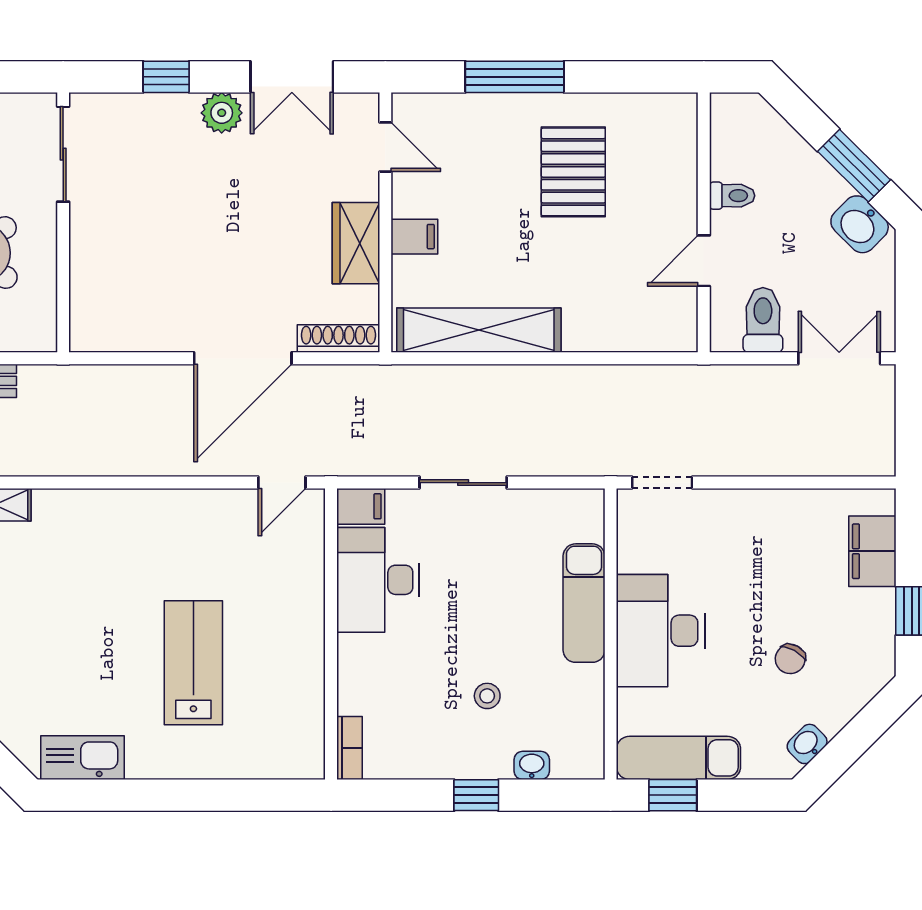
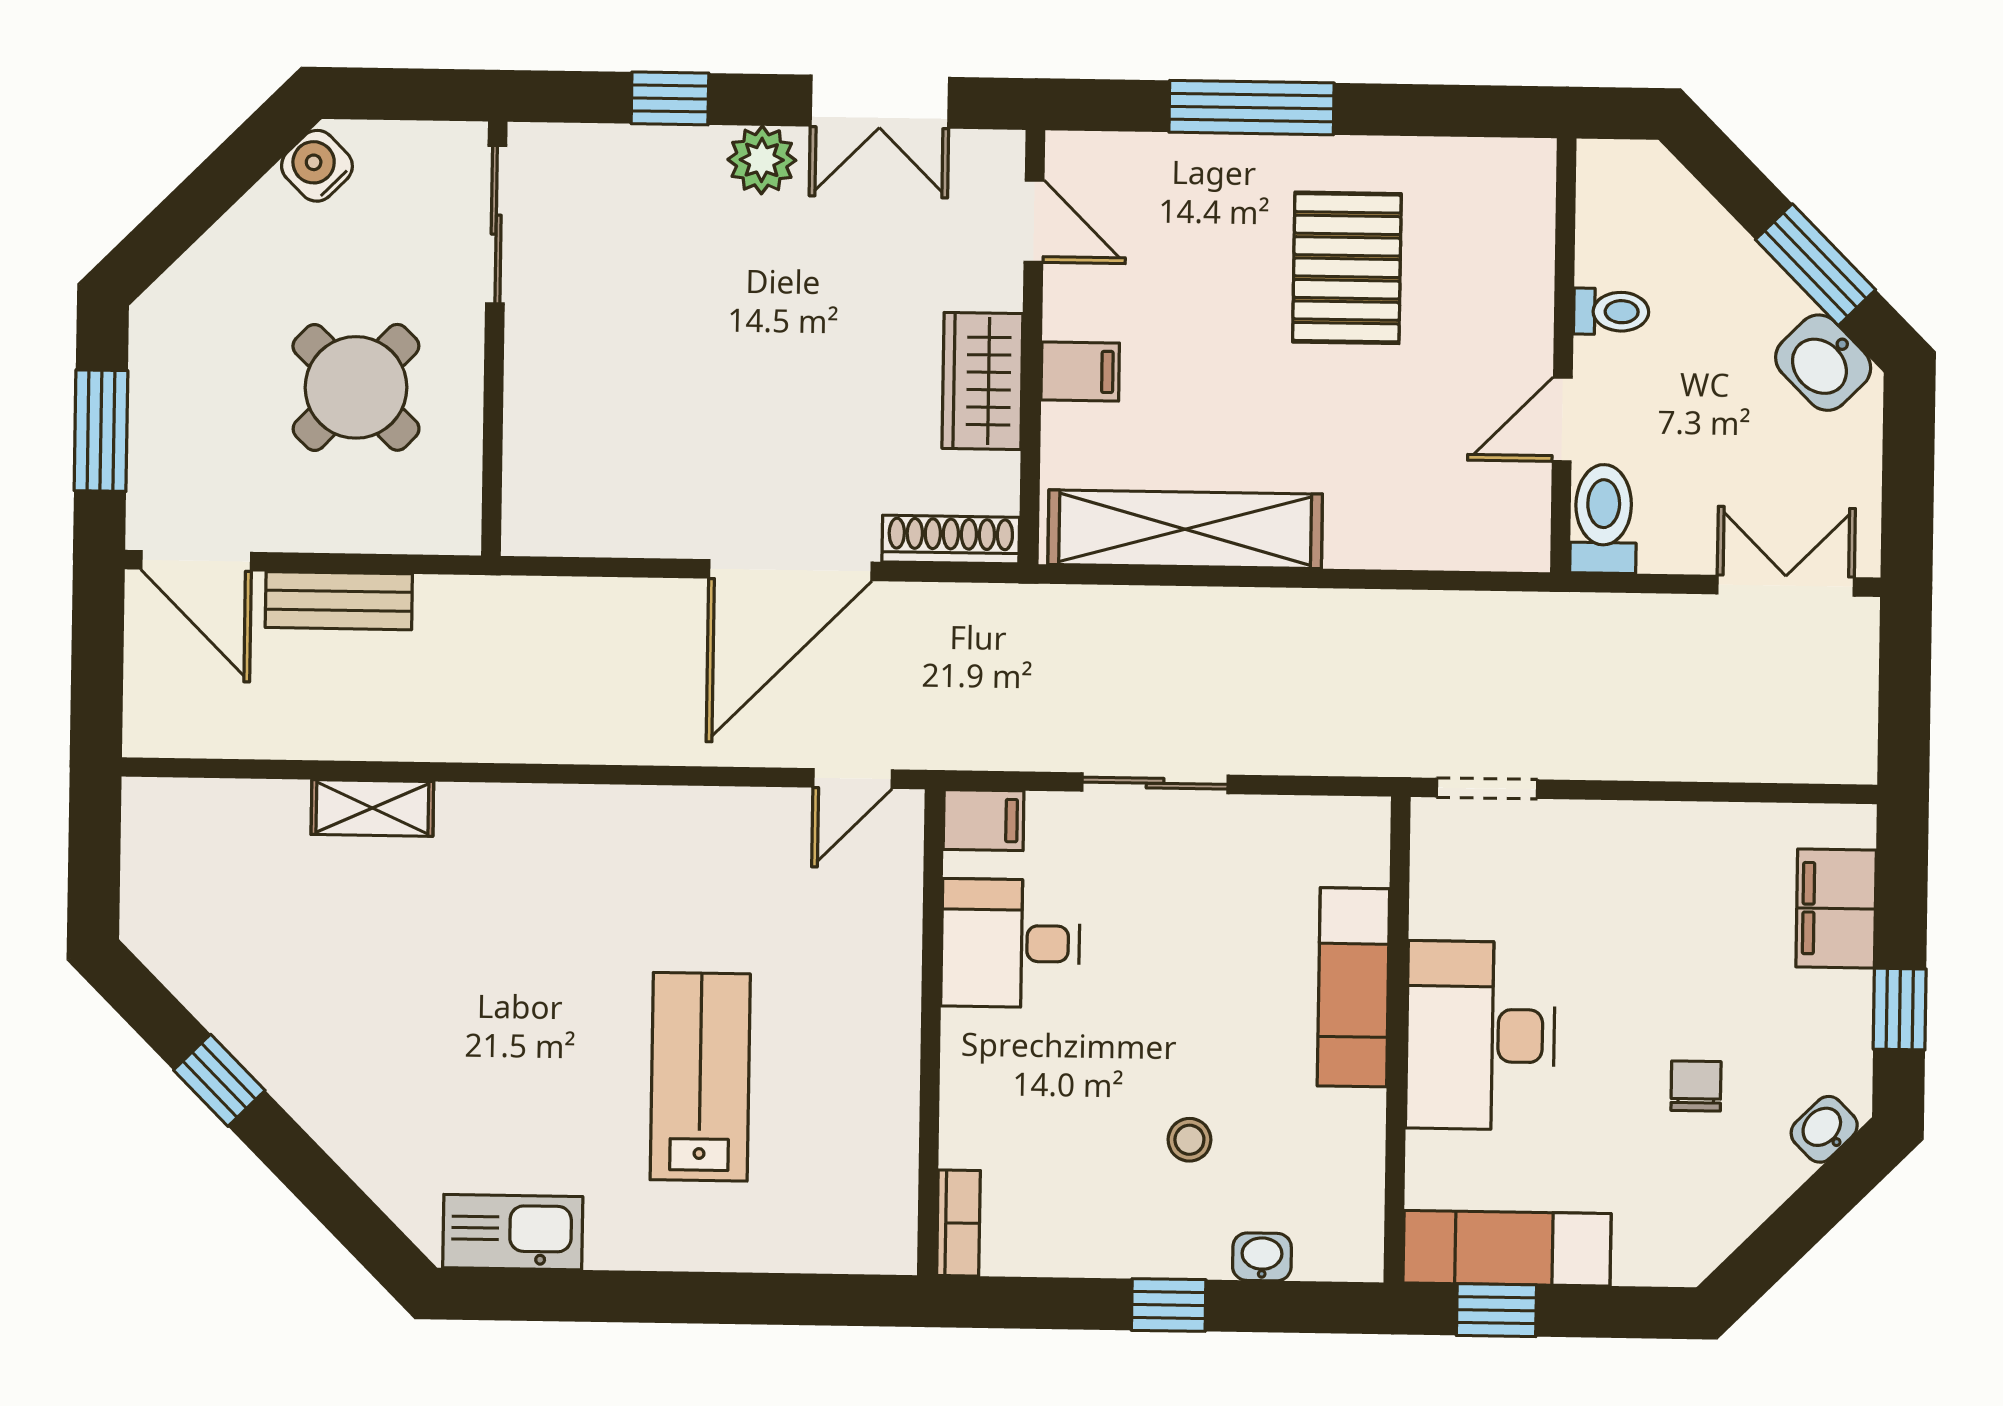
toilet: (763, 320) -> (1603, 519), moved
desk: (378, 580) -> (1011, 943), width x0.73
chair: (790, 659) -> (1696, 1086), turned 151
washbasin: (807, 744) -> (1824, 1129), moved

